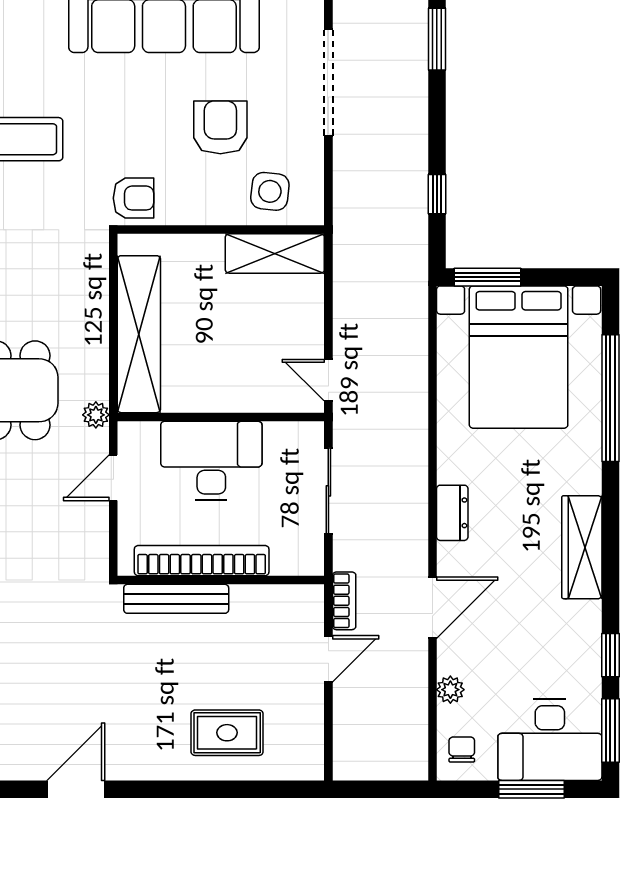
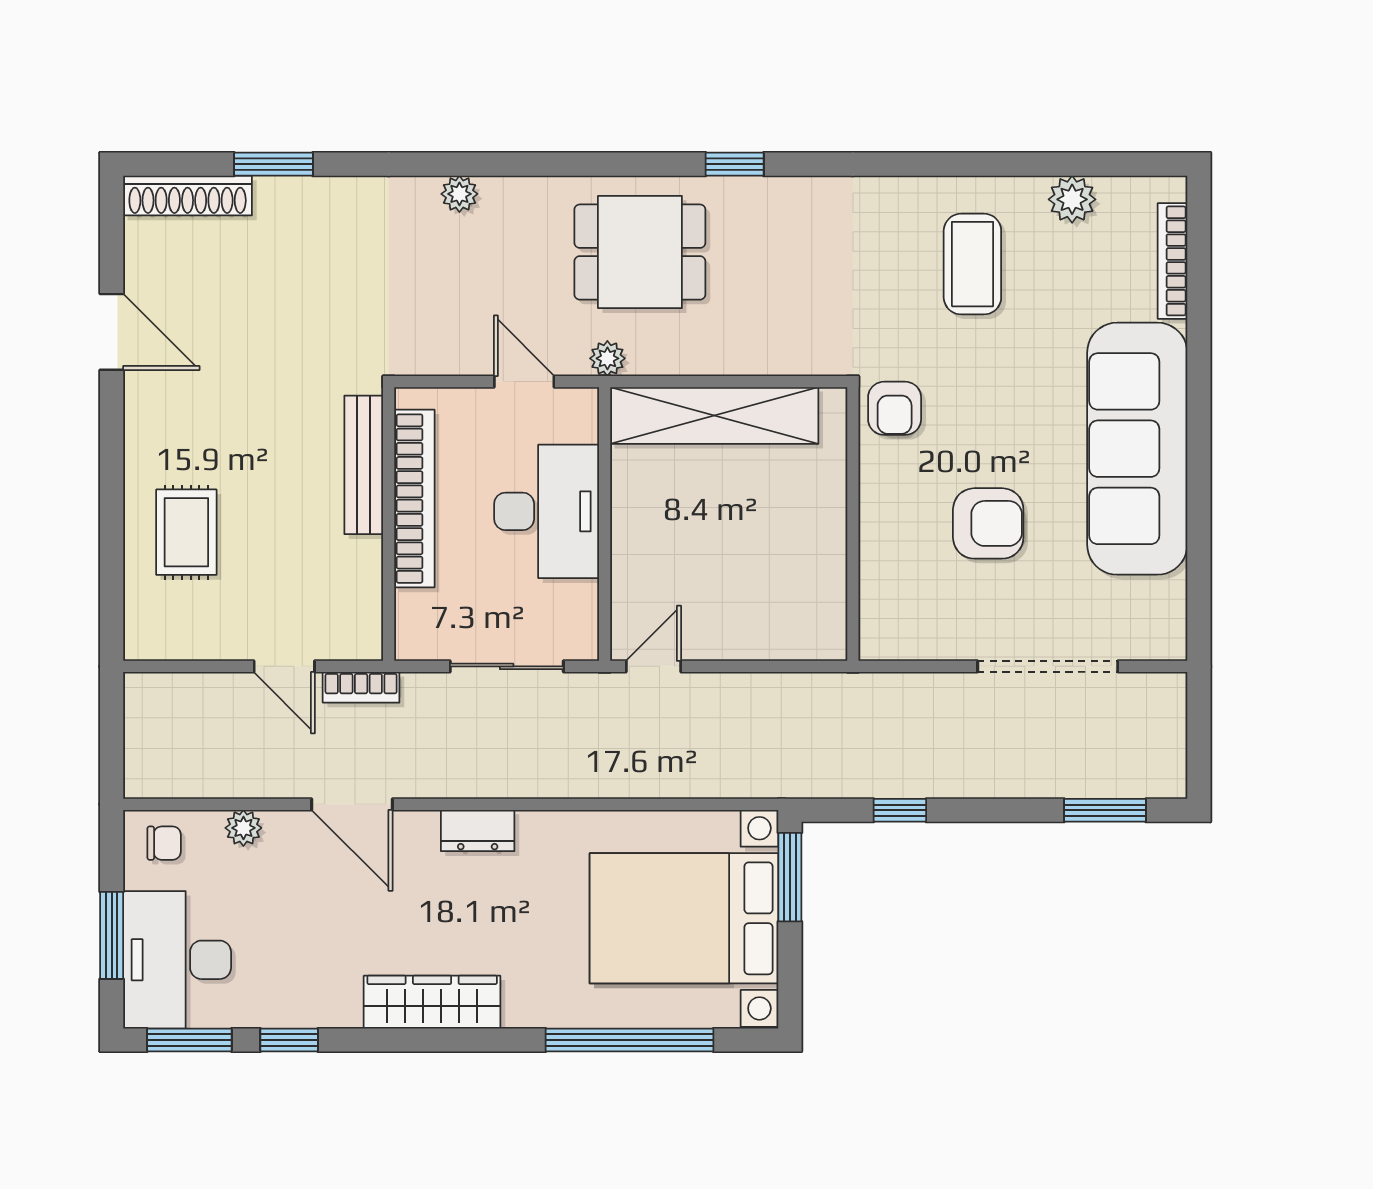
side table: (270, 191) -> (903, 589), removed
shelving: (275, 253) -> (821, 596), removed

